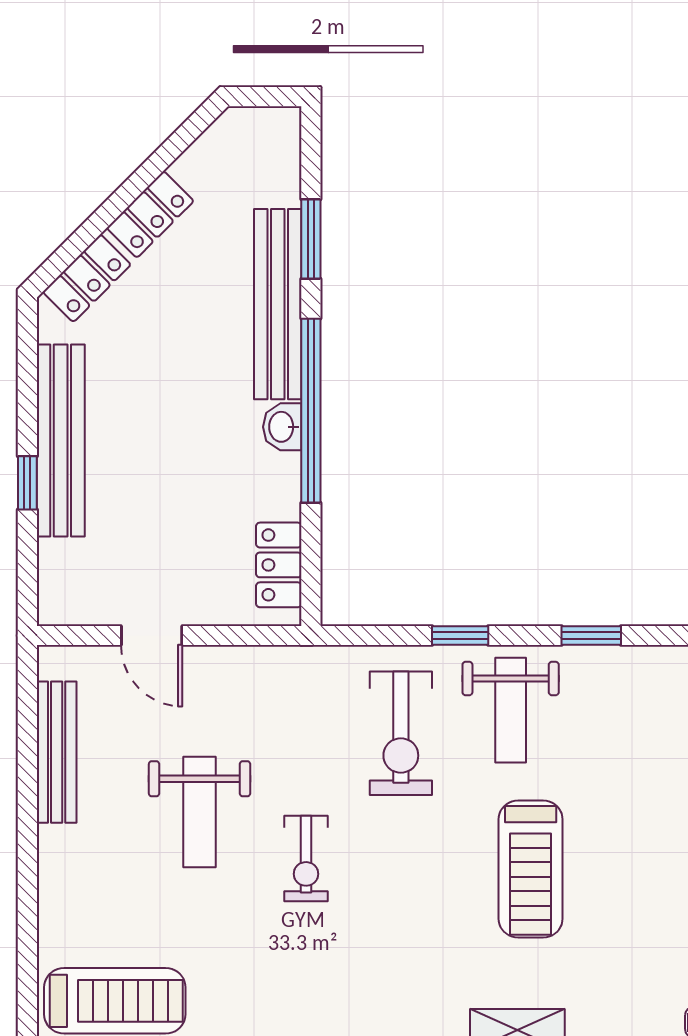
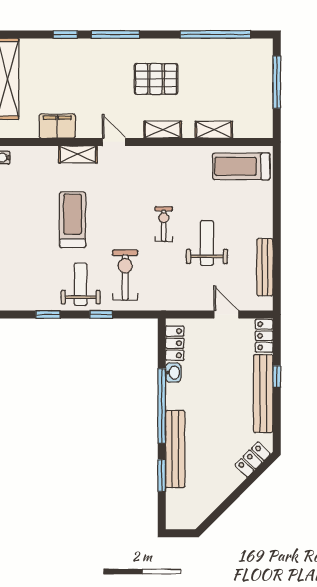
locker: (150, 214) -> (264, 336), moved, turned -45
washbasin: (282, 427) -> (173, 373), moved

